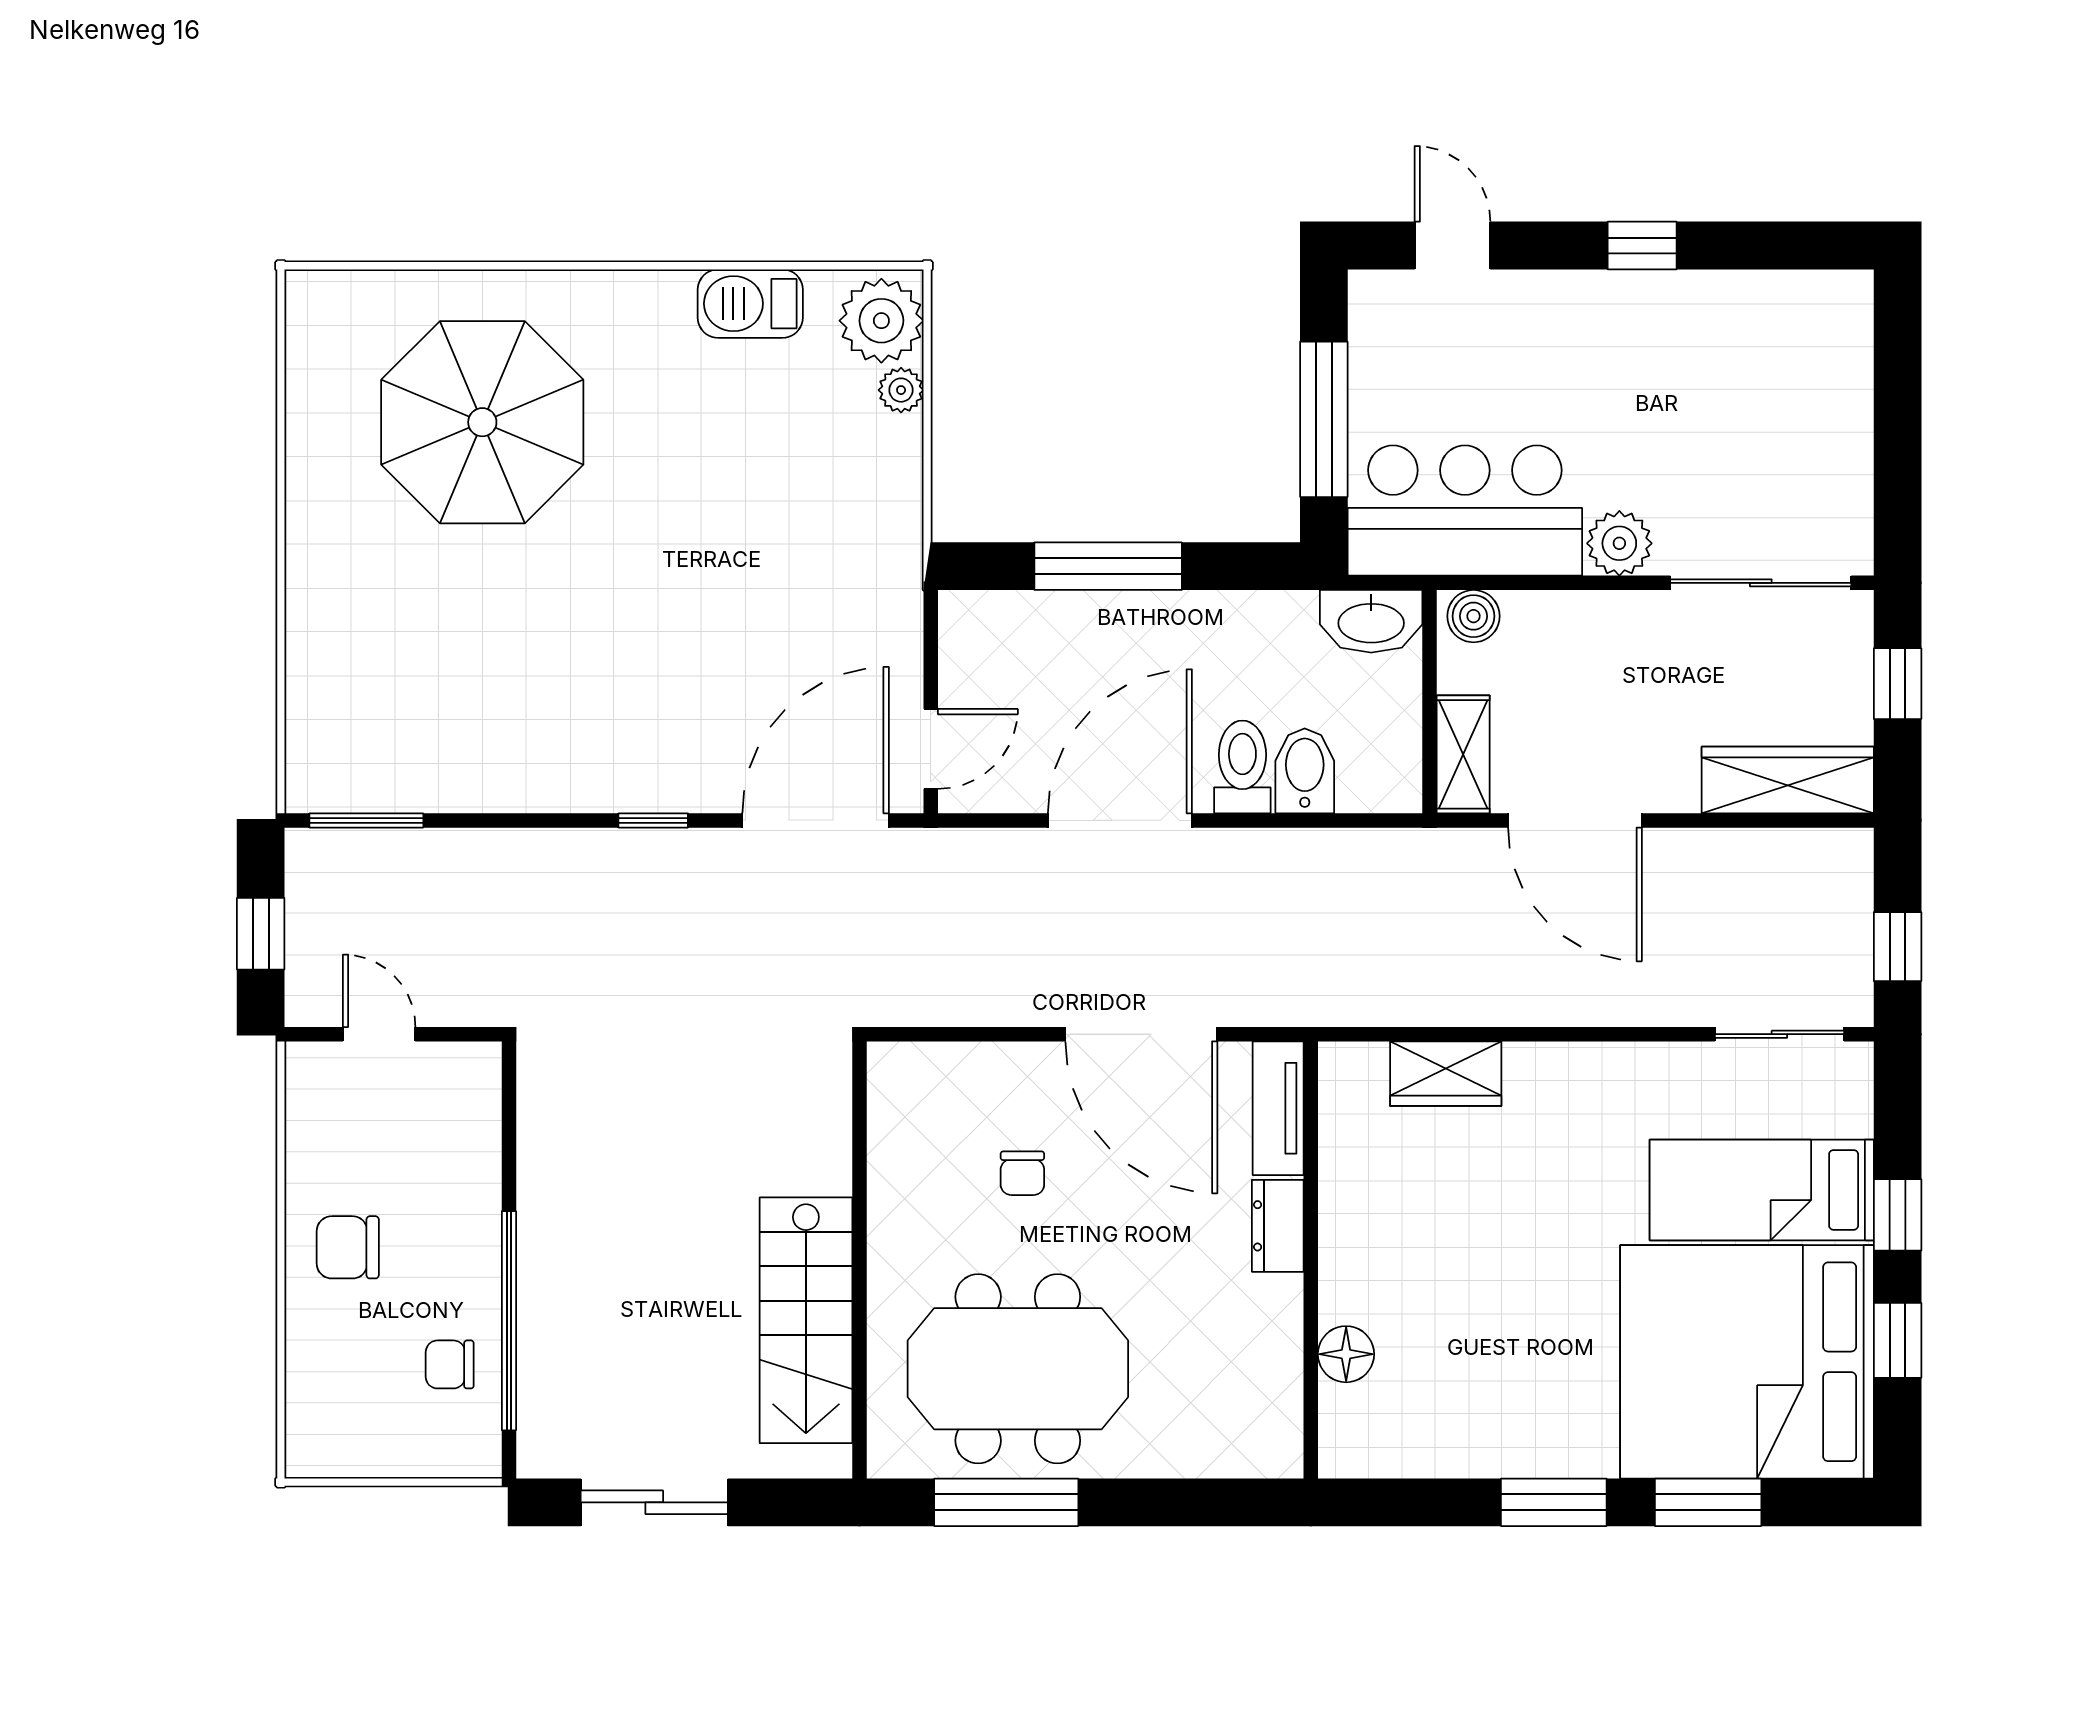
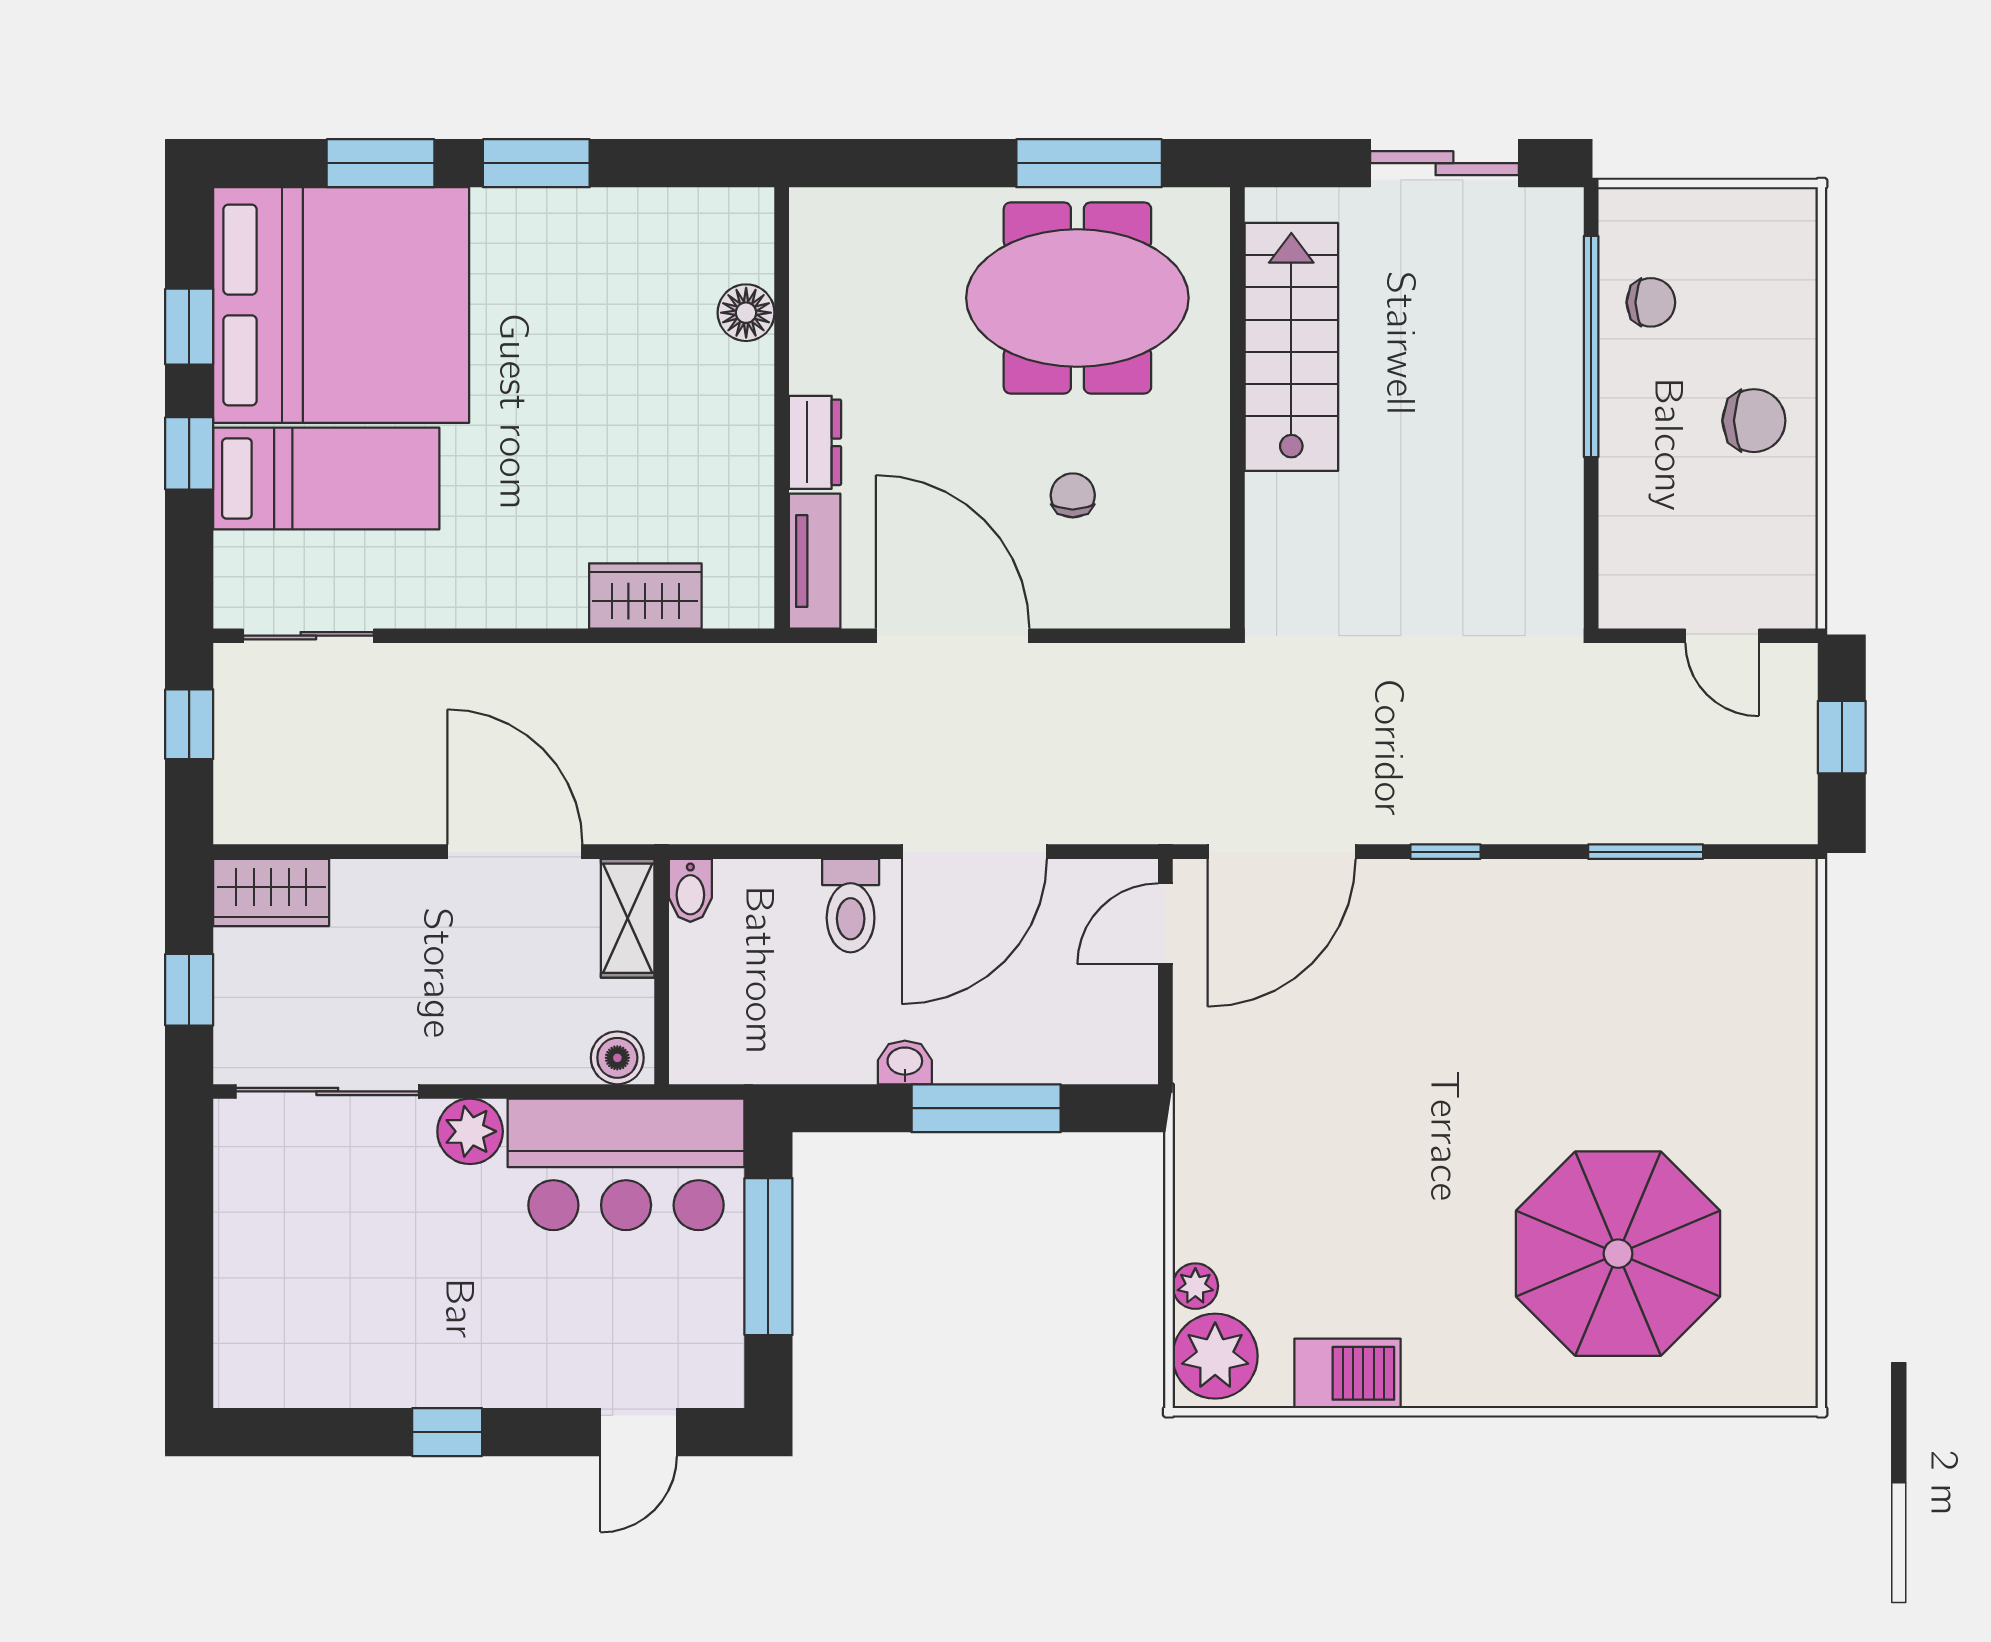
door: (1452, 245) -> (639, 1432), hinge flipped
washbasin: (1371, 621) -> (905, 1062), moved, width x0.52, depth x0.69
bidet: (1305, 771) -> (690, 890), moved, width x0.72, depth x0.74
wardrobe: (1788, 780) -> (271, 892), width x0.67
window: (366, 820) -> (1646, 852), moved

